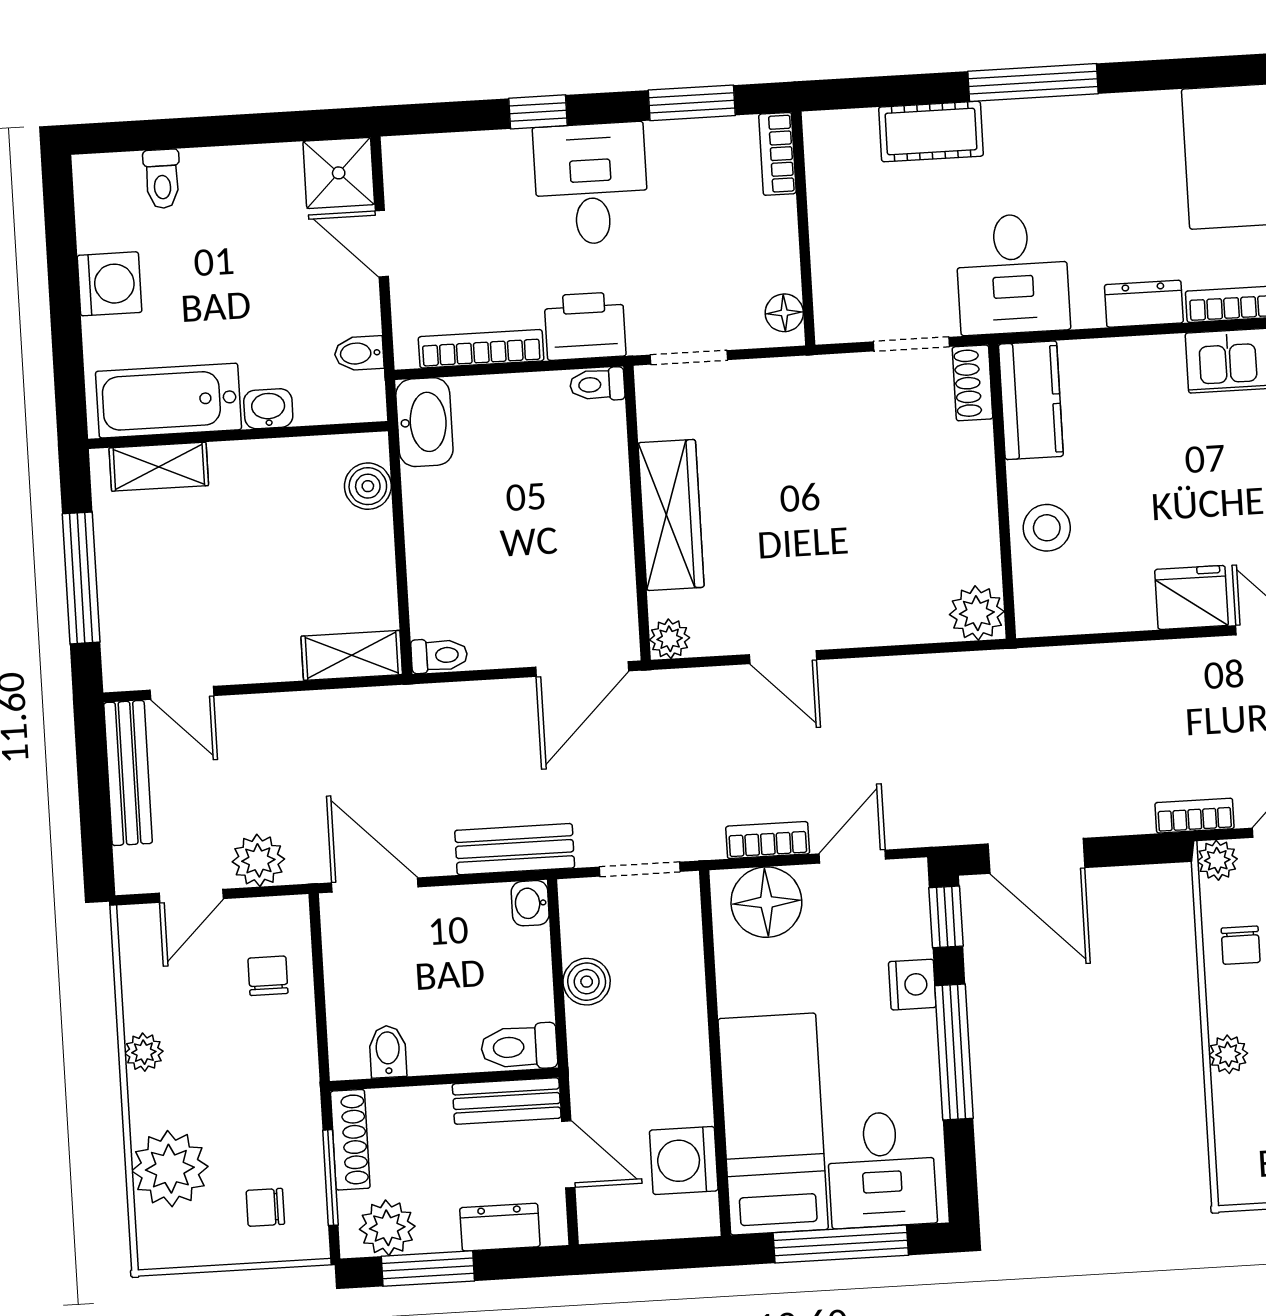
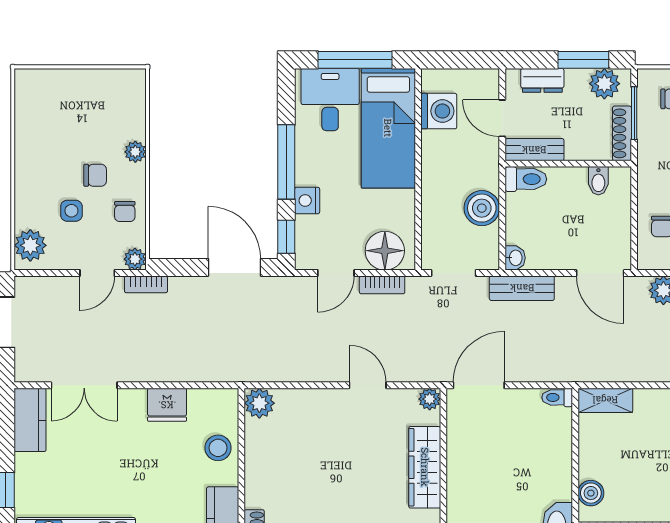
fridge: (1192, 597) -> (167, 405), moved
chair: (1241, 945) -> (125, 211), turned 180
boiler: (587, 982) -> (482, 208), width x1.36, depth x1.36

